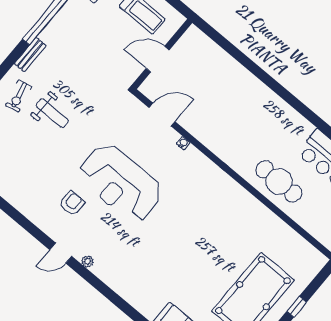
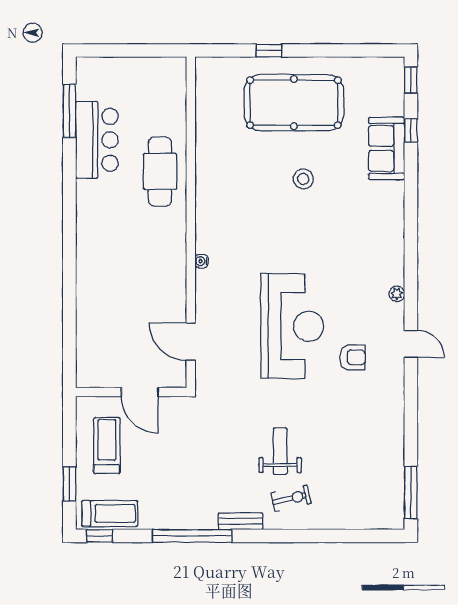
water cooler: (183, 143) -> (201, 261), moved
armchair: (72, 203) -> (353, 357), turned 180
door: (61, 253) -> (411, 344), moved
stool: (203, 263) -> (303, 179), added

